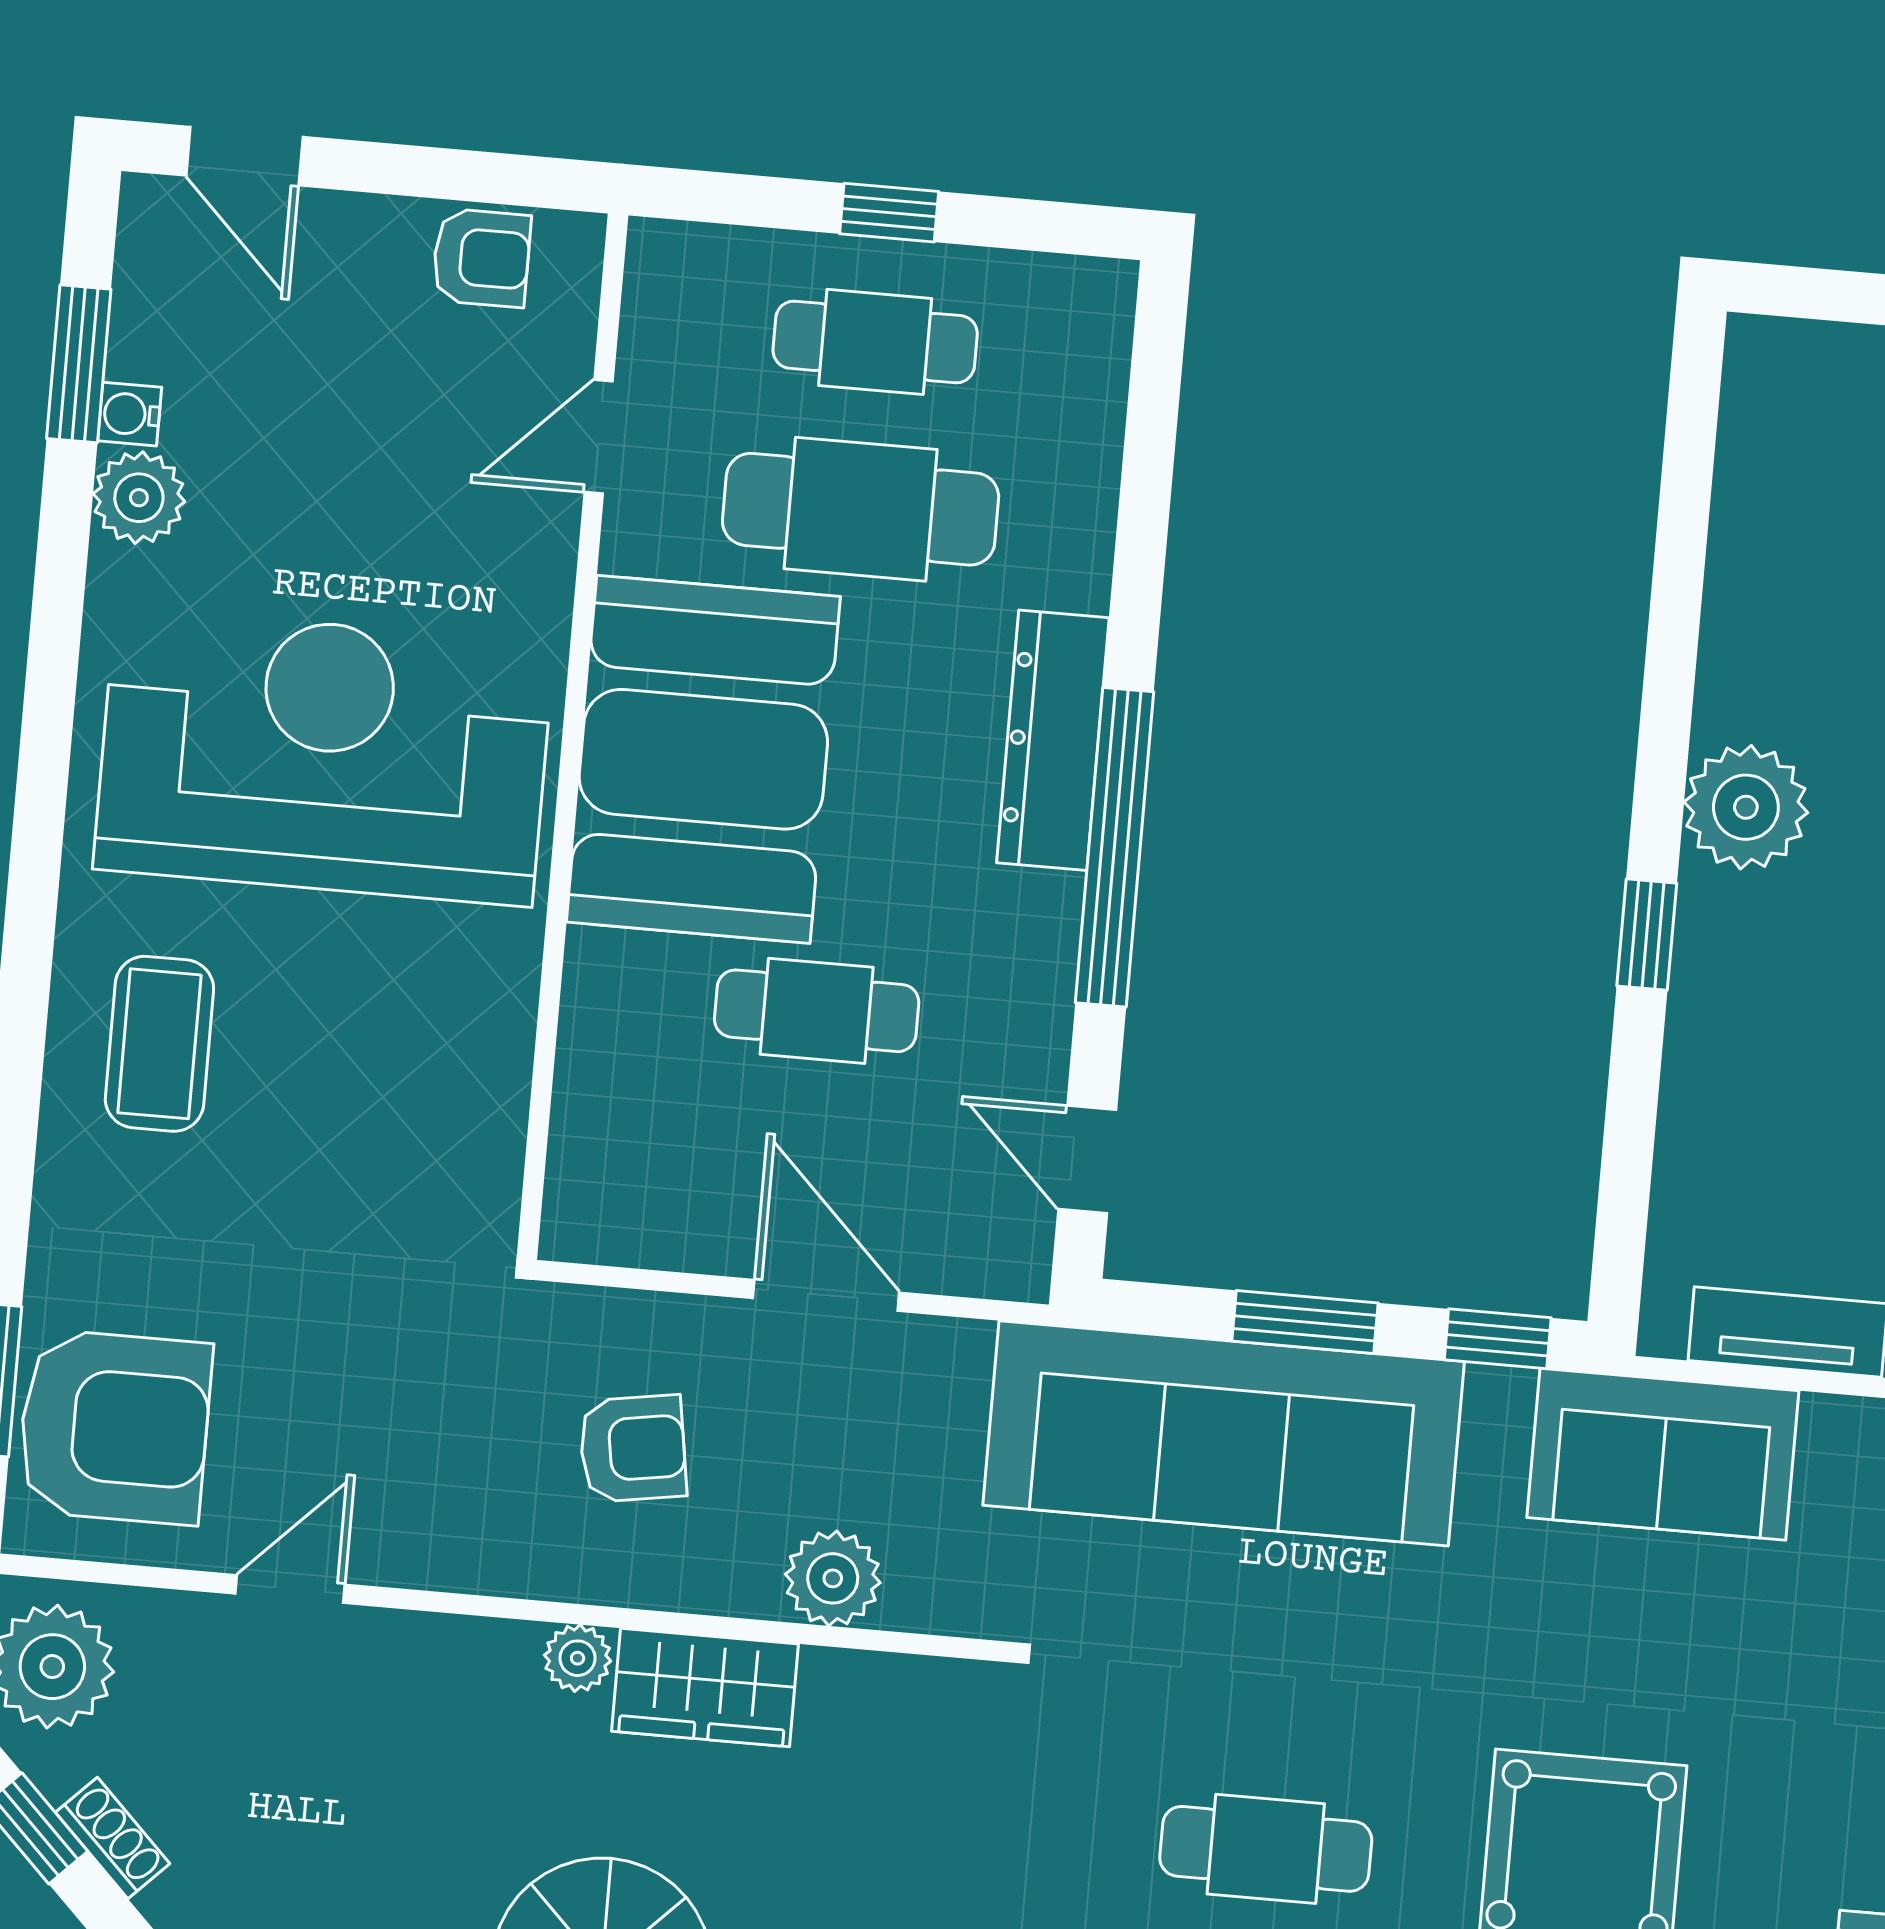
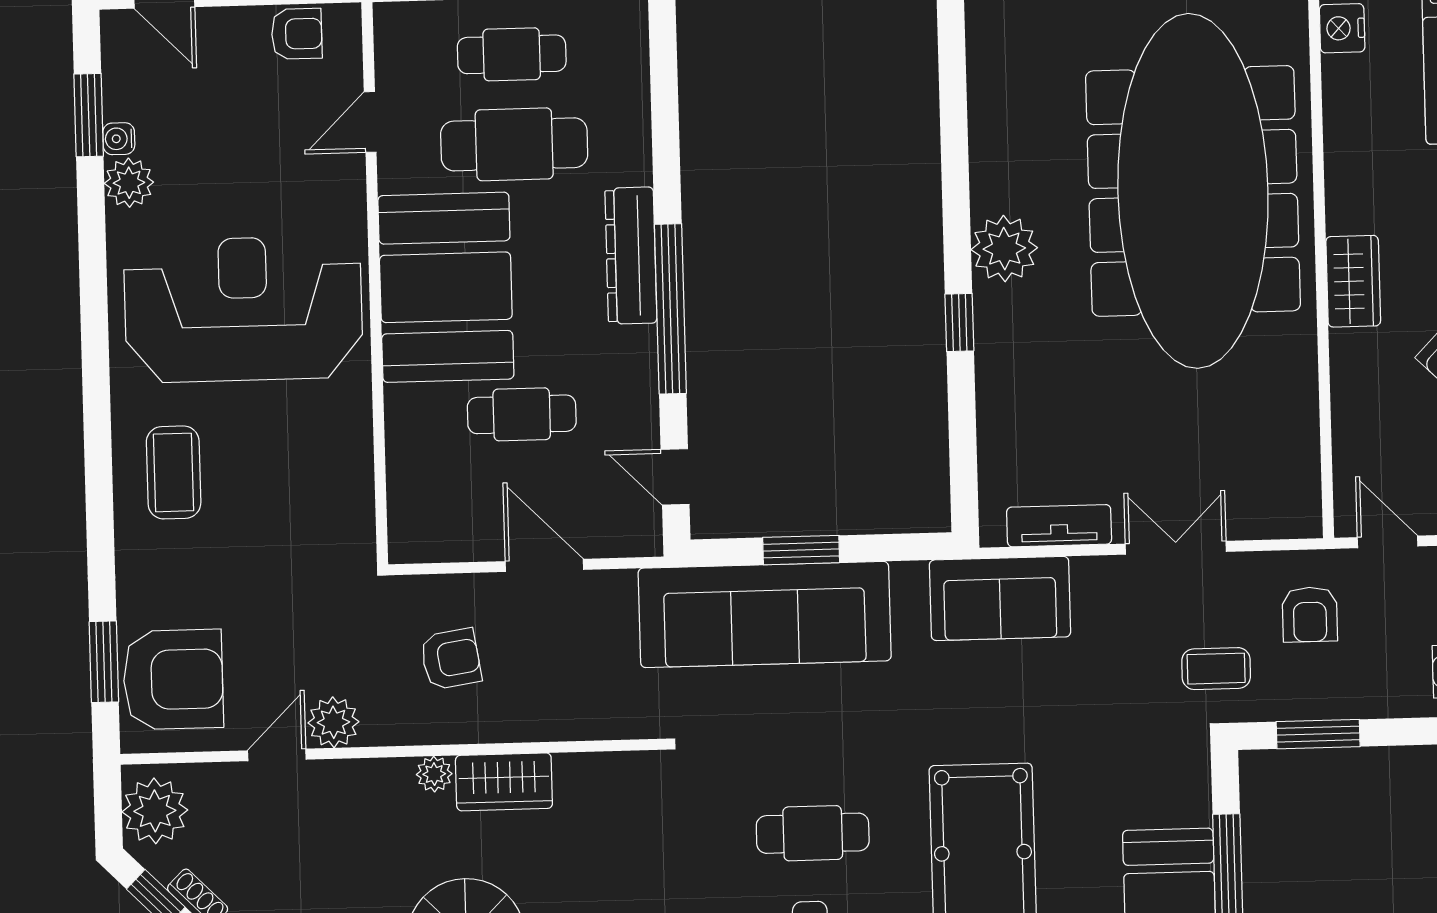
window: (1498, 1339) -> (905, 547), removed
plant: (833, 1578) -> (333, 722), moved

